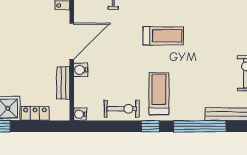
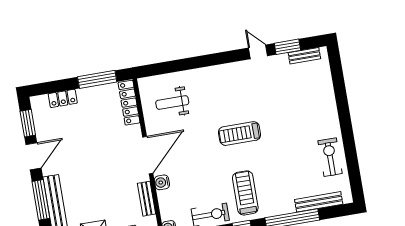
treadmill: (163, 36) -> (240, 134), turned 180

